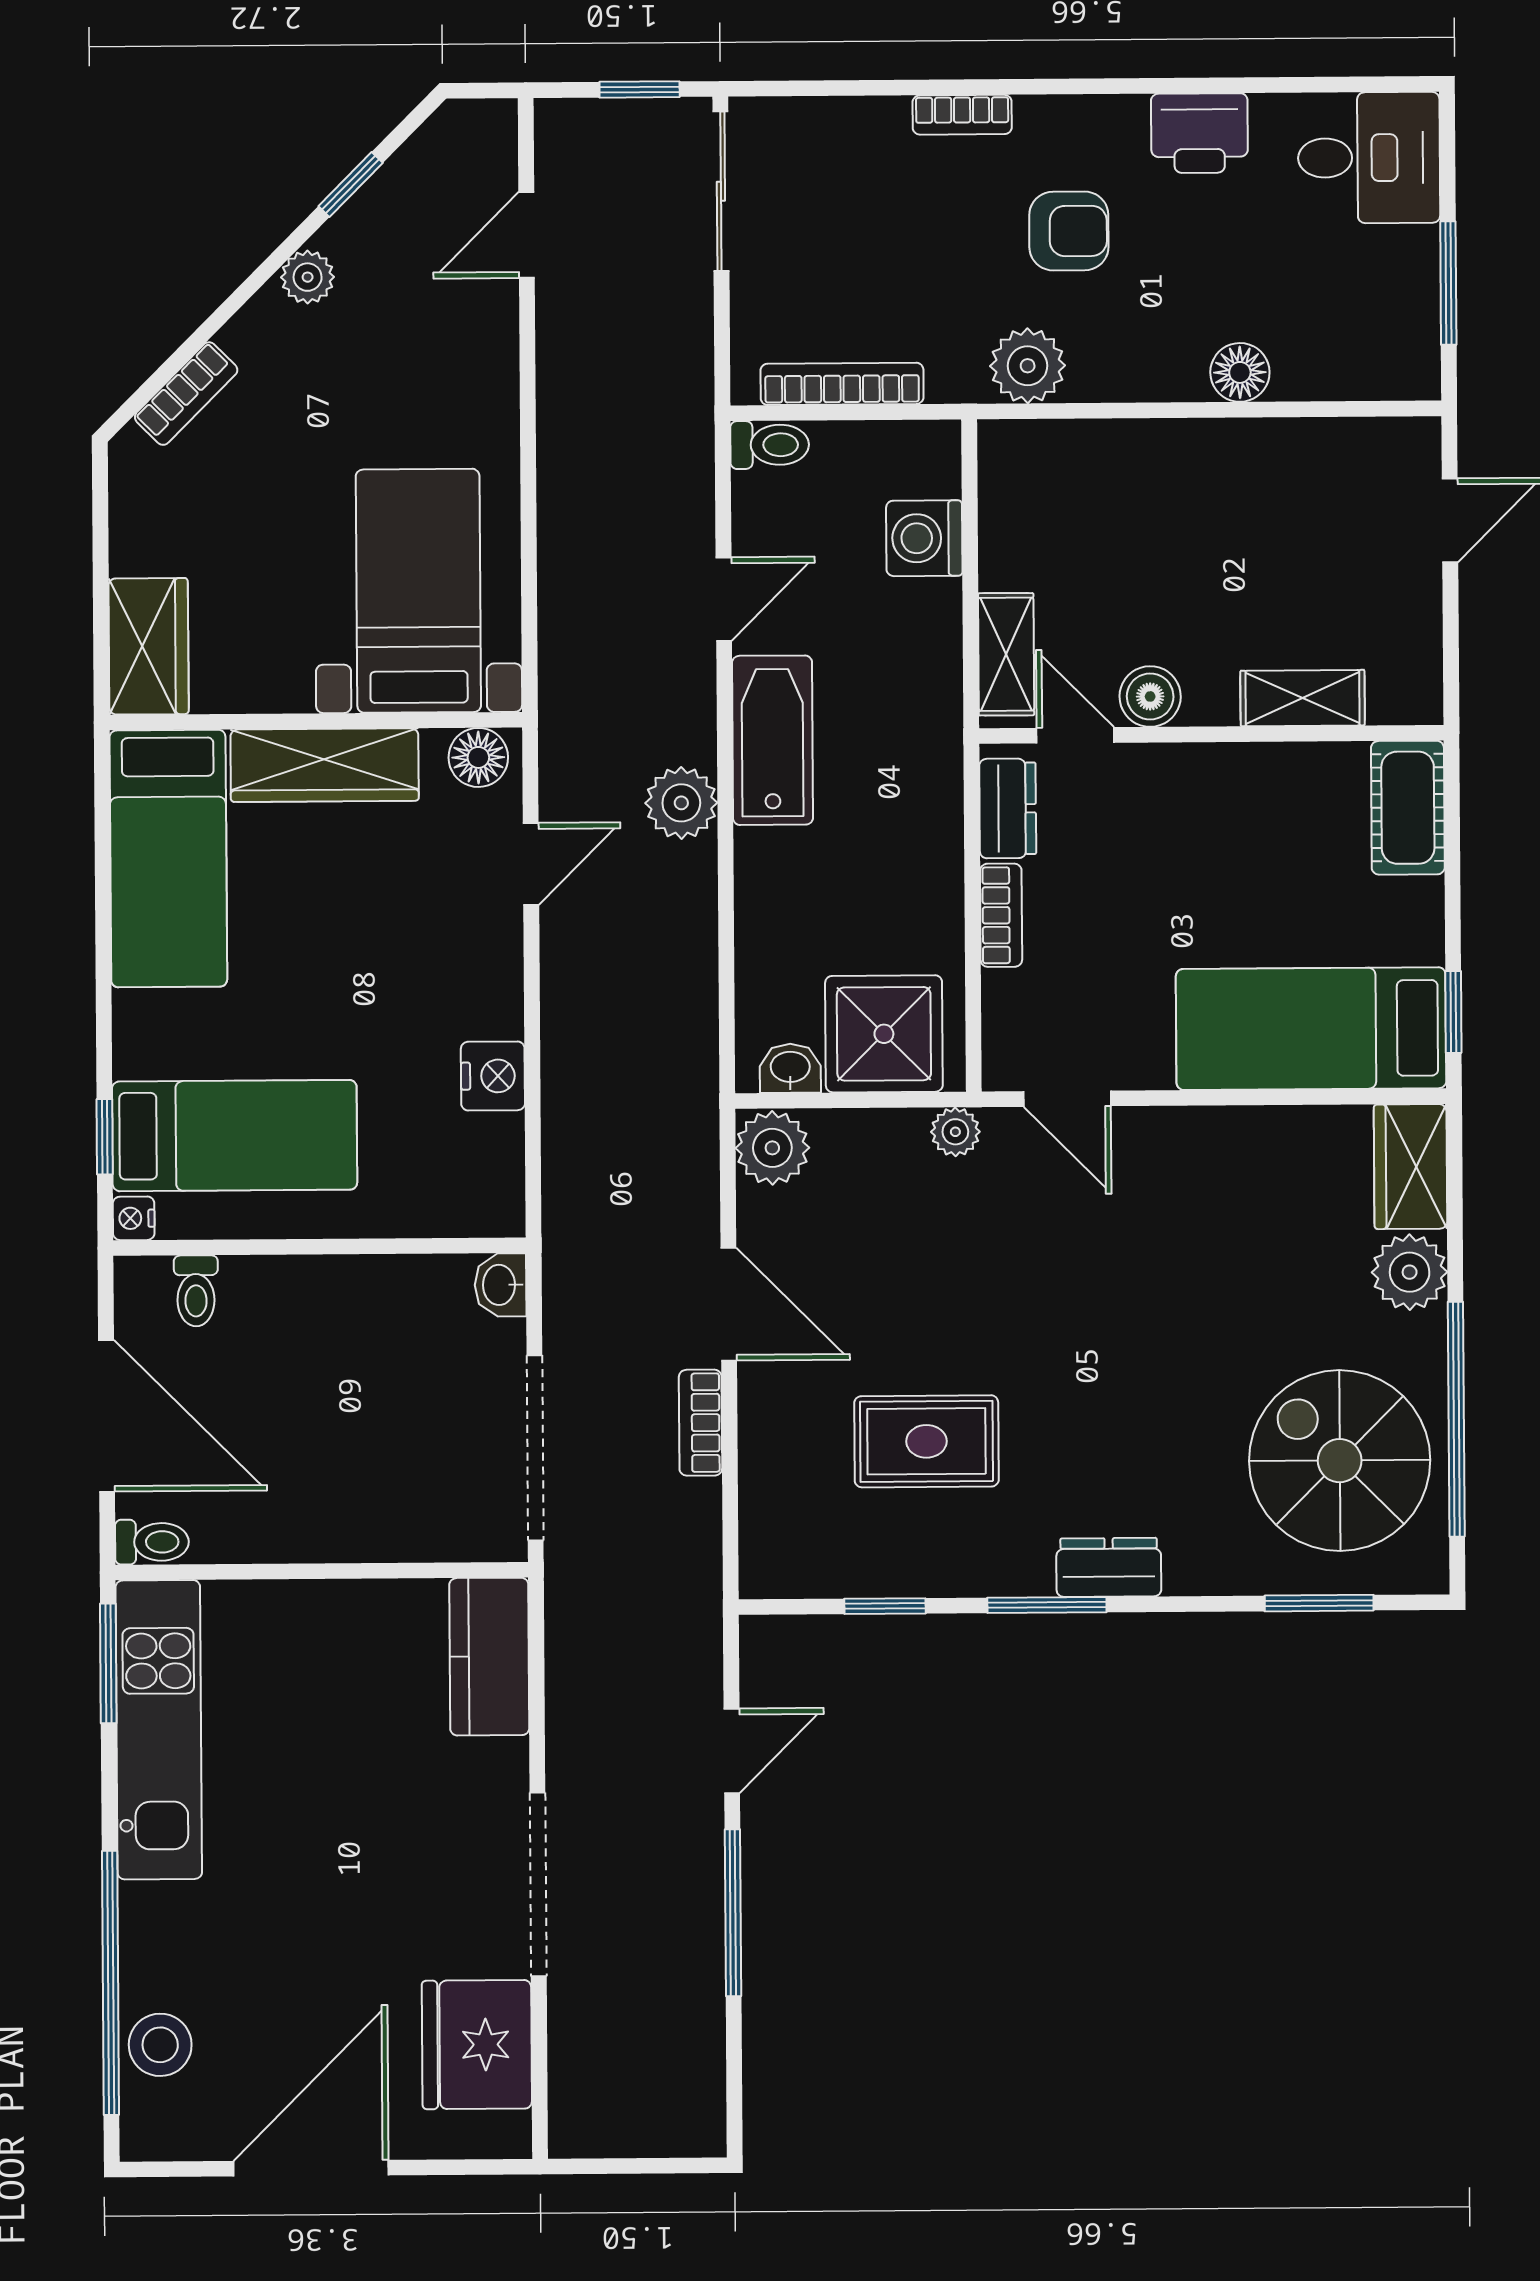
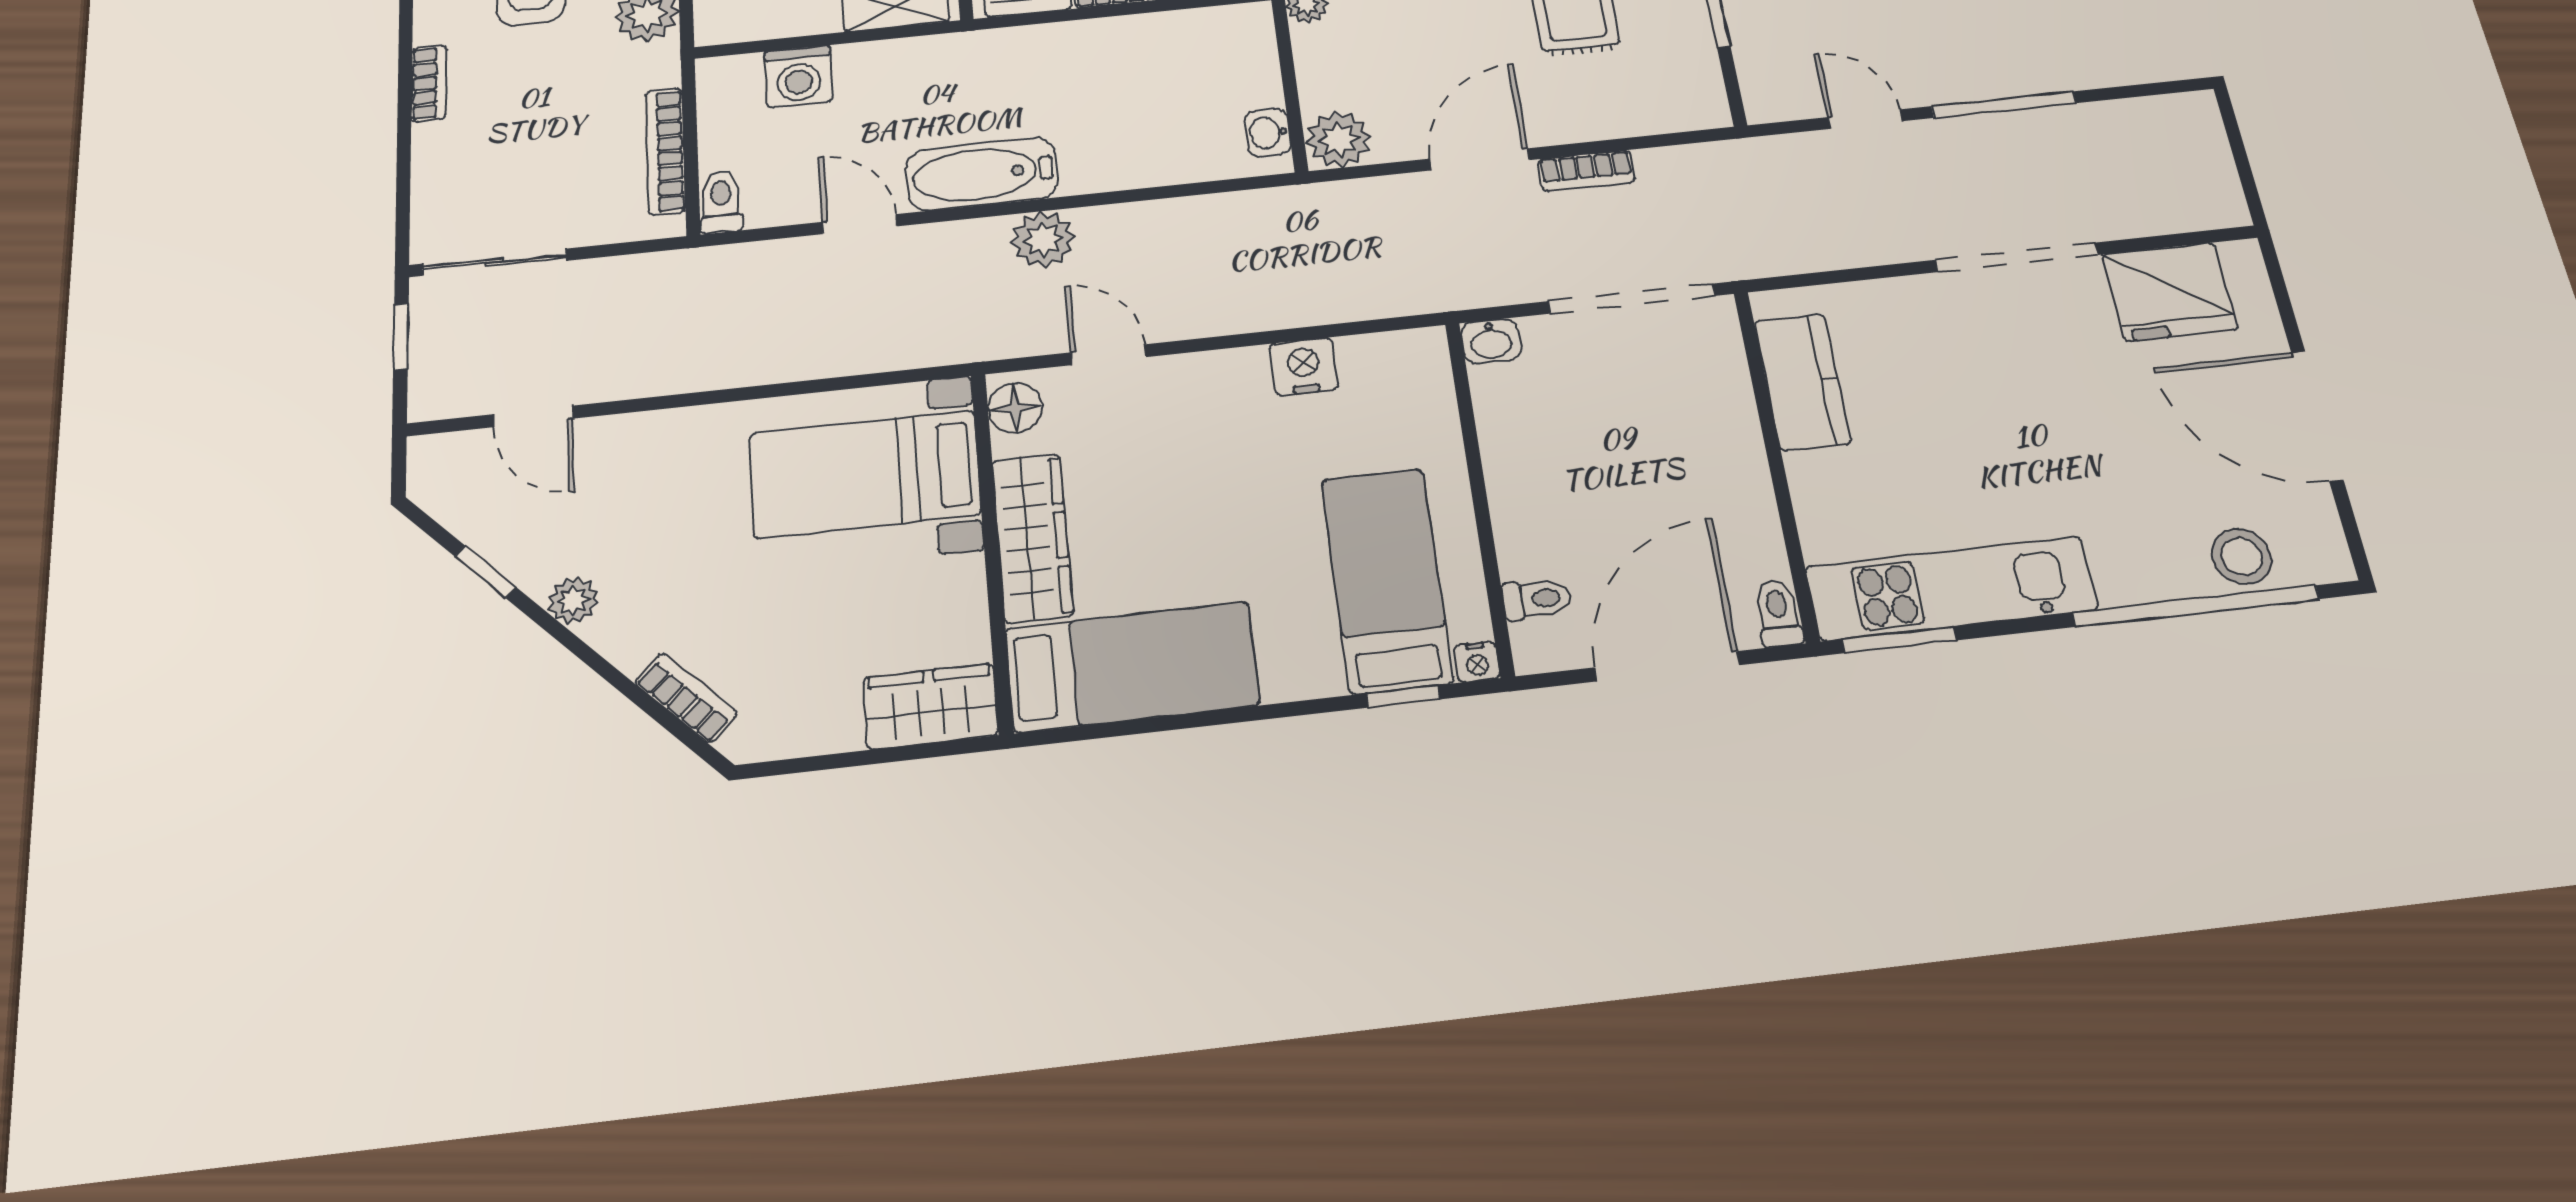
shower: (884, 1034) -> (1229, 65), removed
kitchen counter: (489, 1657) -> (1803, 382), moved, turned -90

